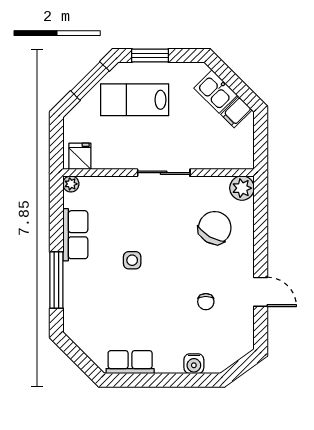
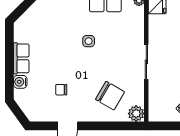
row of seats: (130, 362) -> (21, 58), moved

